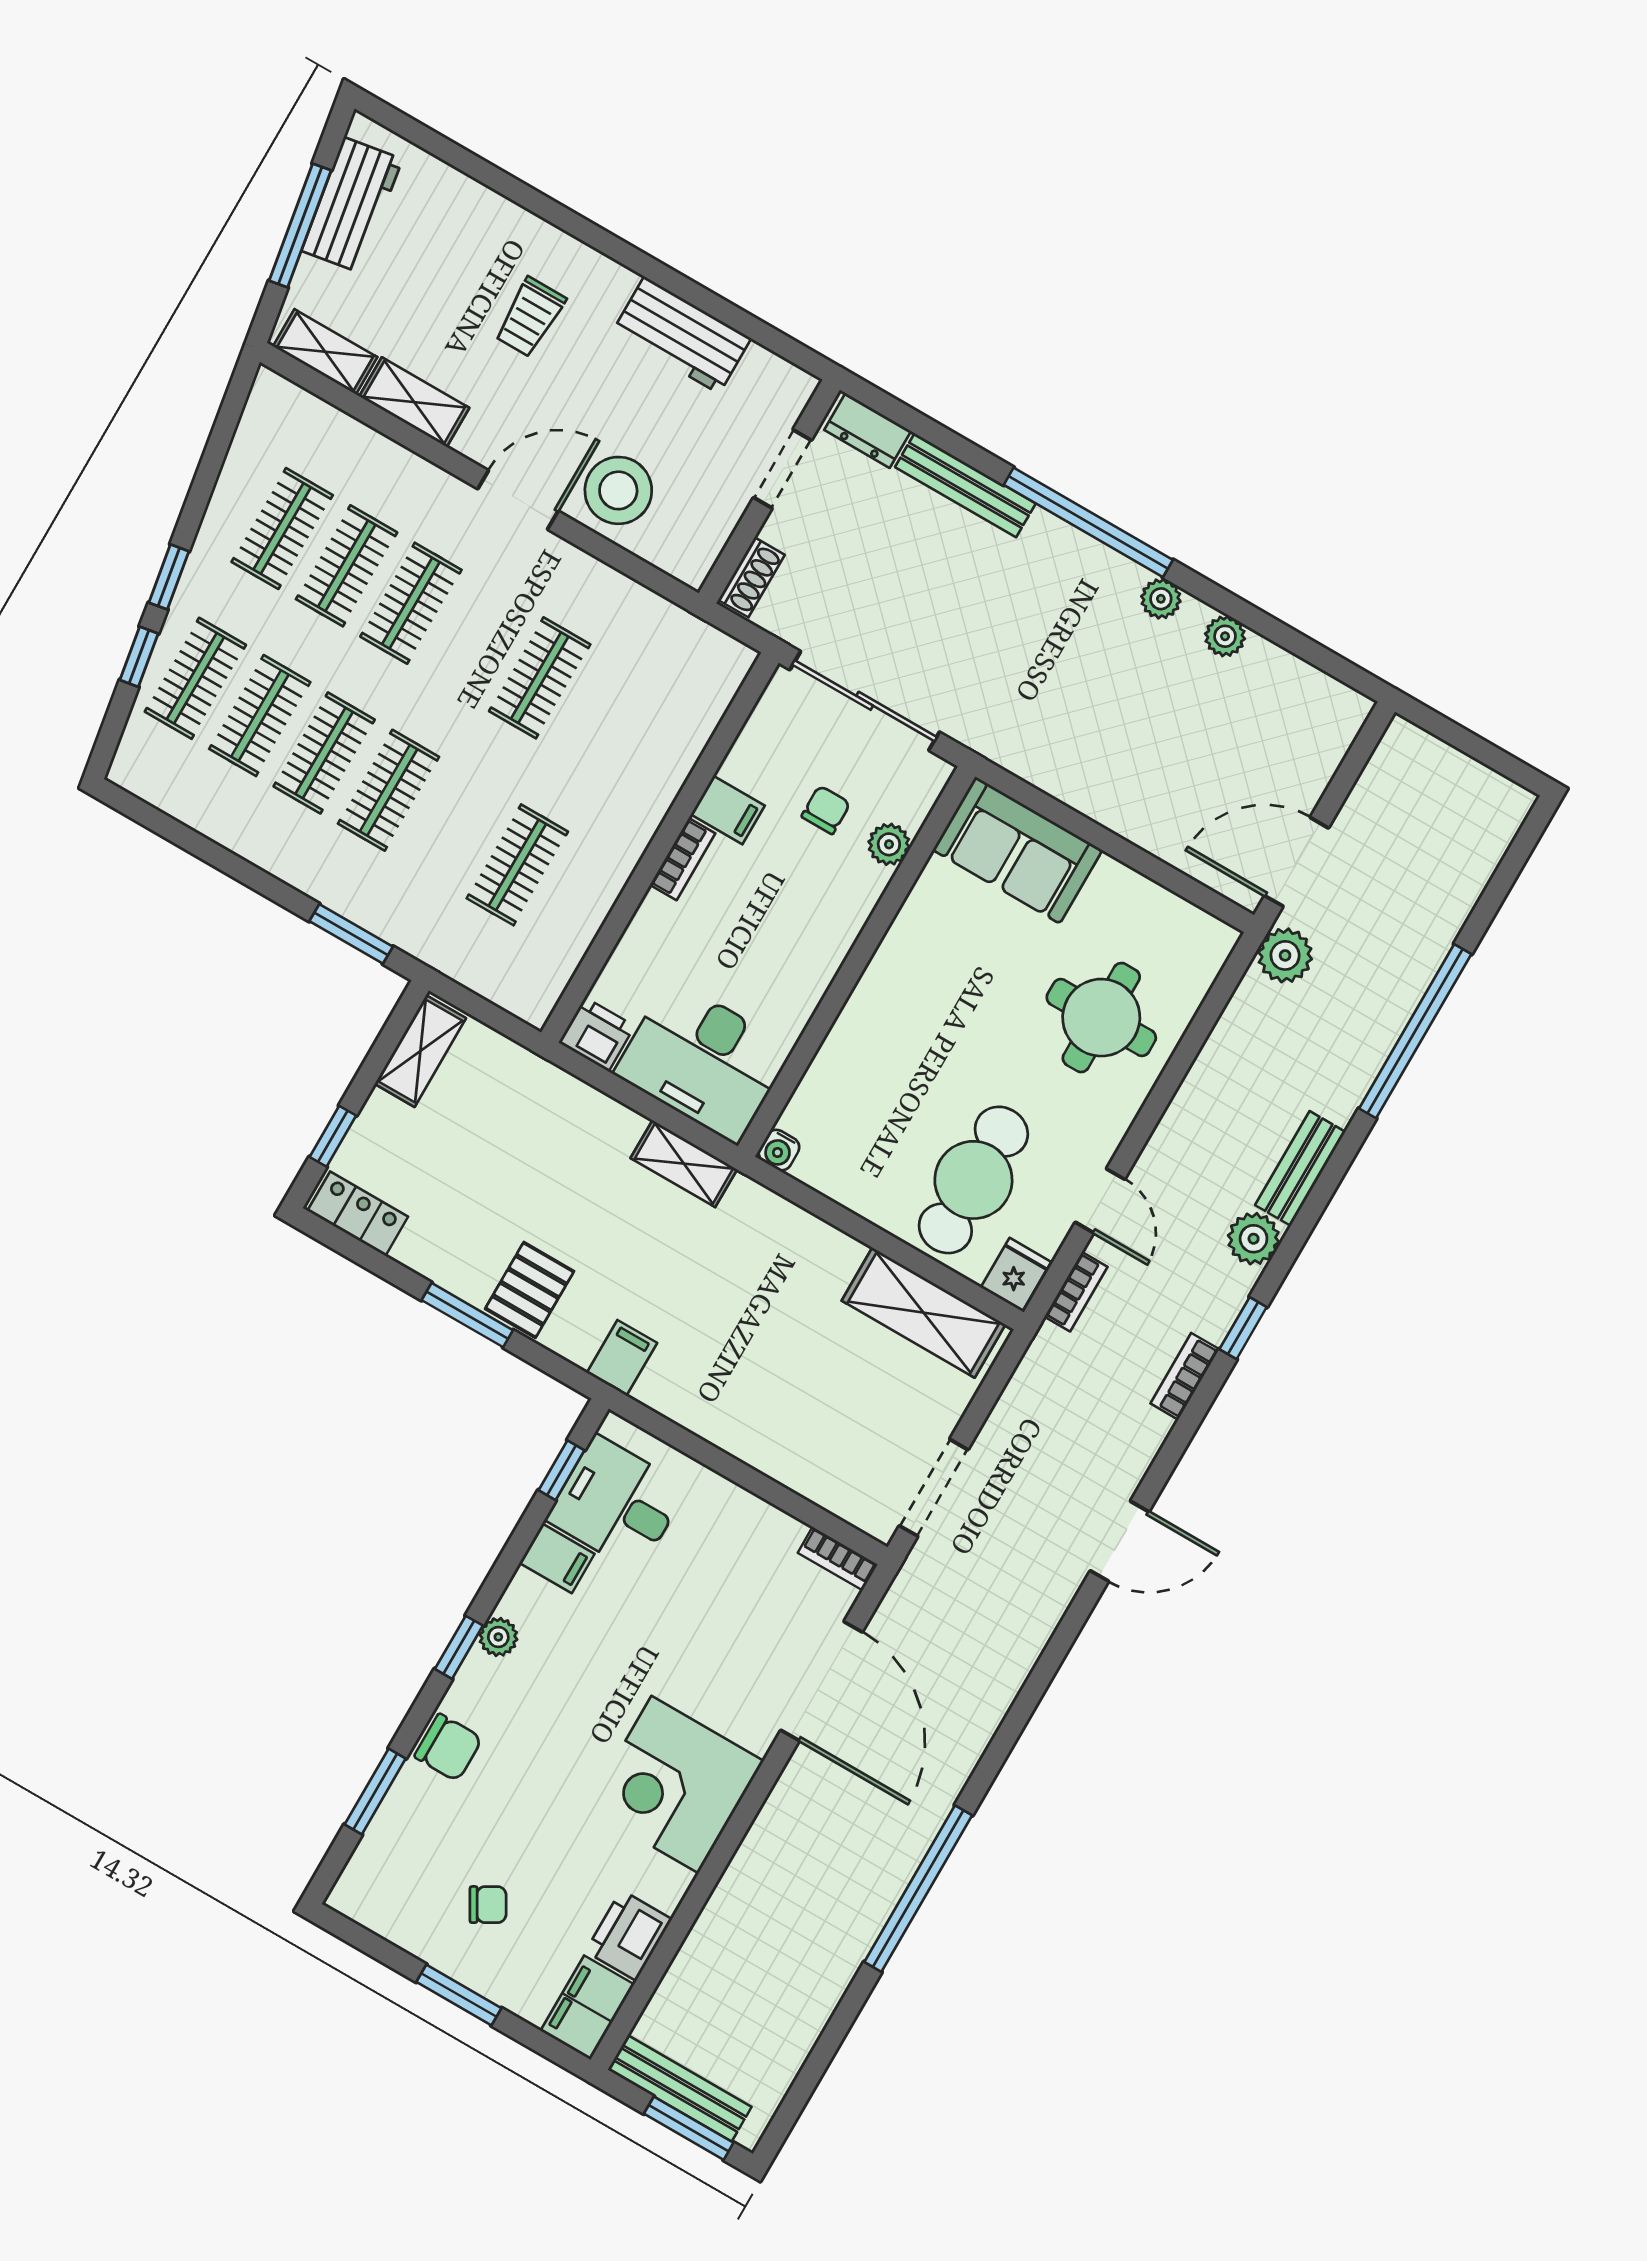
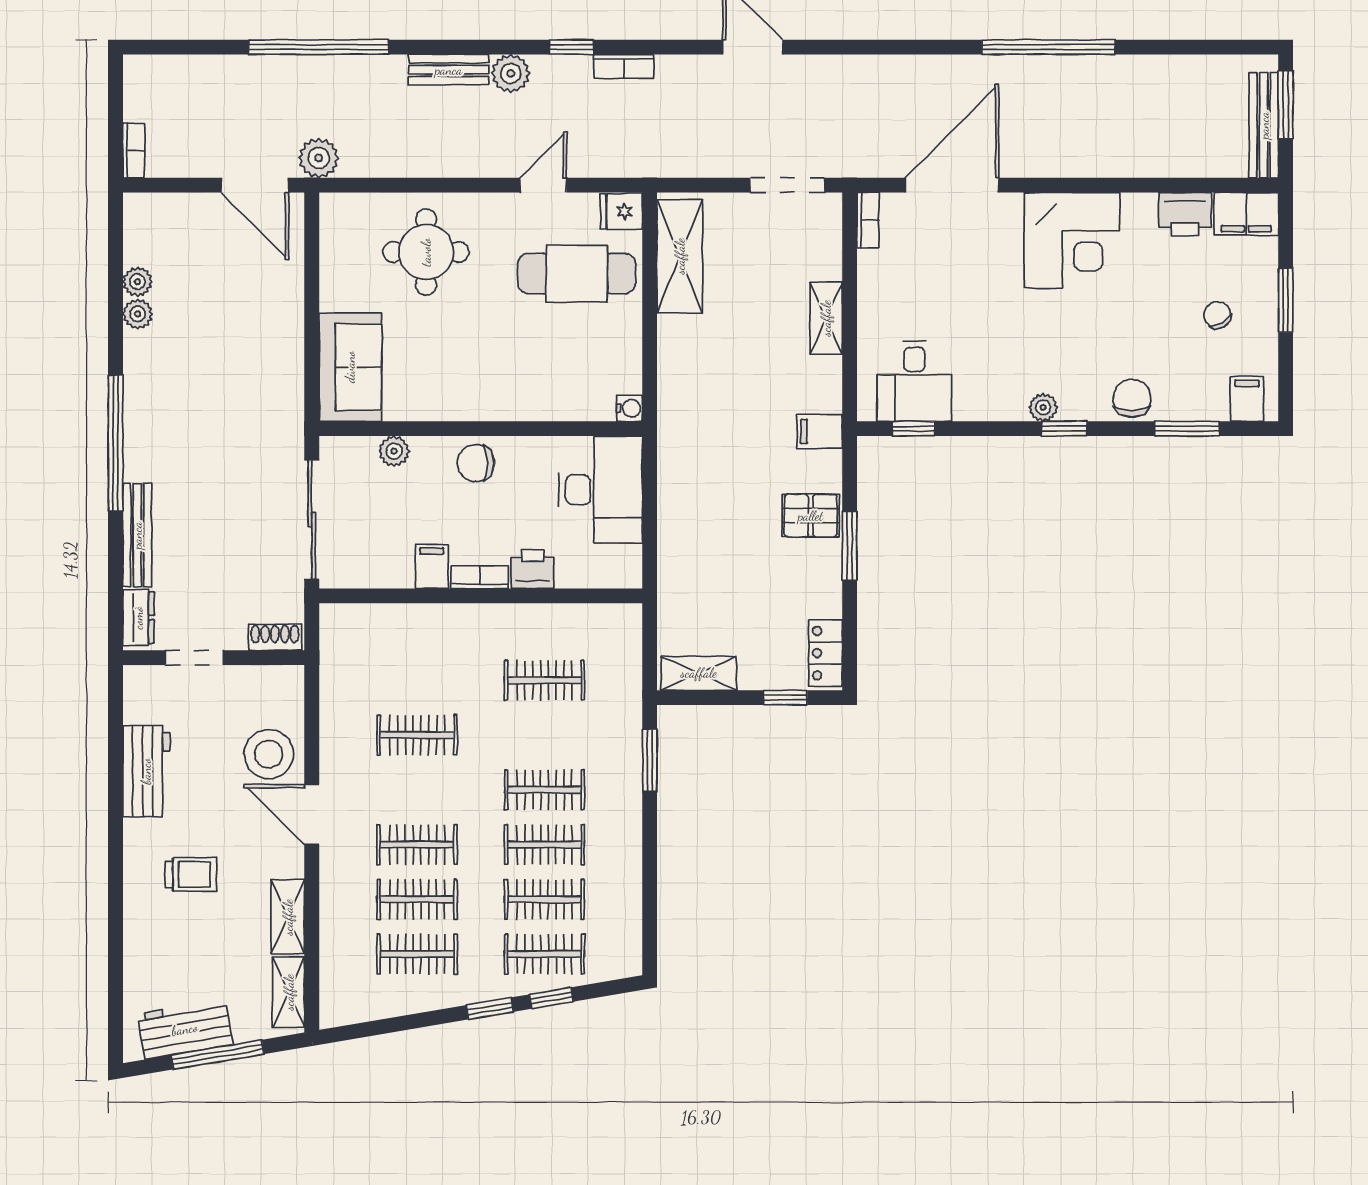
plant: (1161, 599) -> (137, 282), moved
chair: (826, 810) -> (476, 463), moved, width x1.37, depth x1.37
printer: (597, 1034) -> (532, 569), moved, turned 90
shelving: (684, 1164) -> (826, 318), moved
bookcase: (1076, 1292) -> (134, 150), moved, turned 90
filing cabinet: (557, 1558) -> (1247, 399), moved

